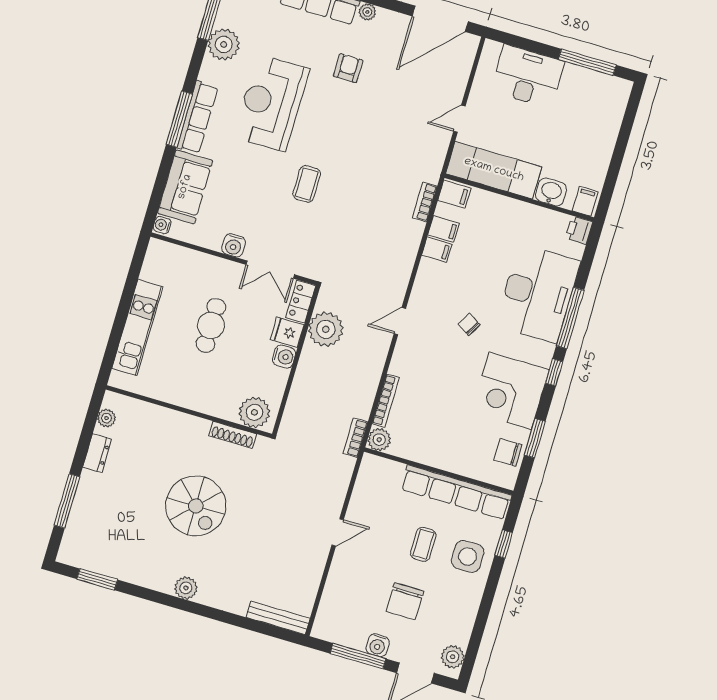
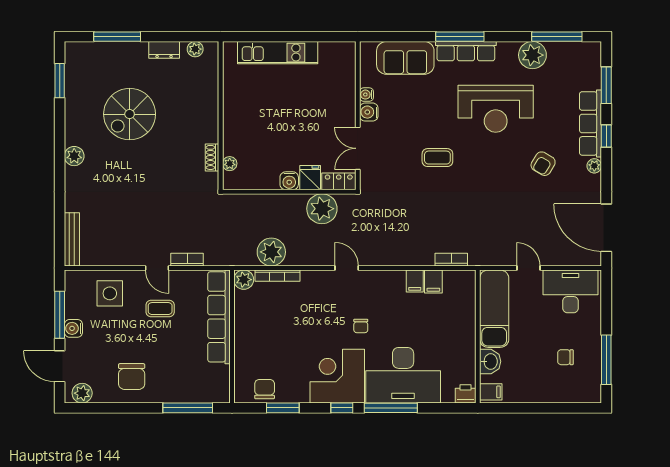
armchair: (348, 68) -> (543, 164), turned 121
desk: (528, 76) -> (571, 291), moved, turned -90
reception desk: (271, 103) -> (496, 109), turned 180
chair: (571, 107) -> (565, 357), added
filing cabinet: (454, 194) -> (465, 282), removed
water cooler: (162, 225) -> (366, 95), moved, turned -90
chair: (469, 324) -> (361, 326), turned 150
cafe table: (211, 325) -> (297, 113), removed
corner desk: (510, 391) -> (337, 376), moved
plant: (357, 400) -> (271, 252), added
plant: (254, 412) -> (230, 164), width x0.53, depth x0.53
shoe rack: (233, 435) -> (212, 157), width x0.70
bookcase: (355, 438) -> (187, 260), moved
row of seats: (456, 492) -> (219, 317), moved
spiral stairs: (196, 506) -> (130, 114), moved
coffee table: (423, 544) -> (160, 309), moved
window: (504, 544) -> (188, 408), width x2.17
side table: (468, 556) -> (110, 293), moved
chair: (405, 601) -> (132, 377), moved, turned -90

